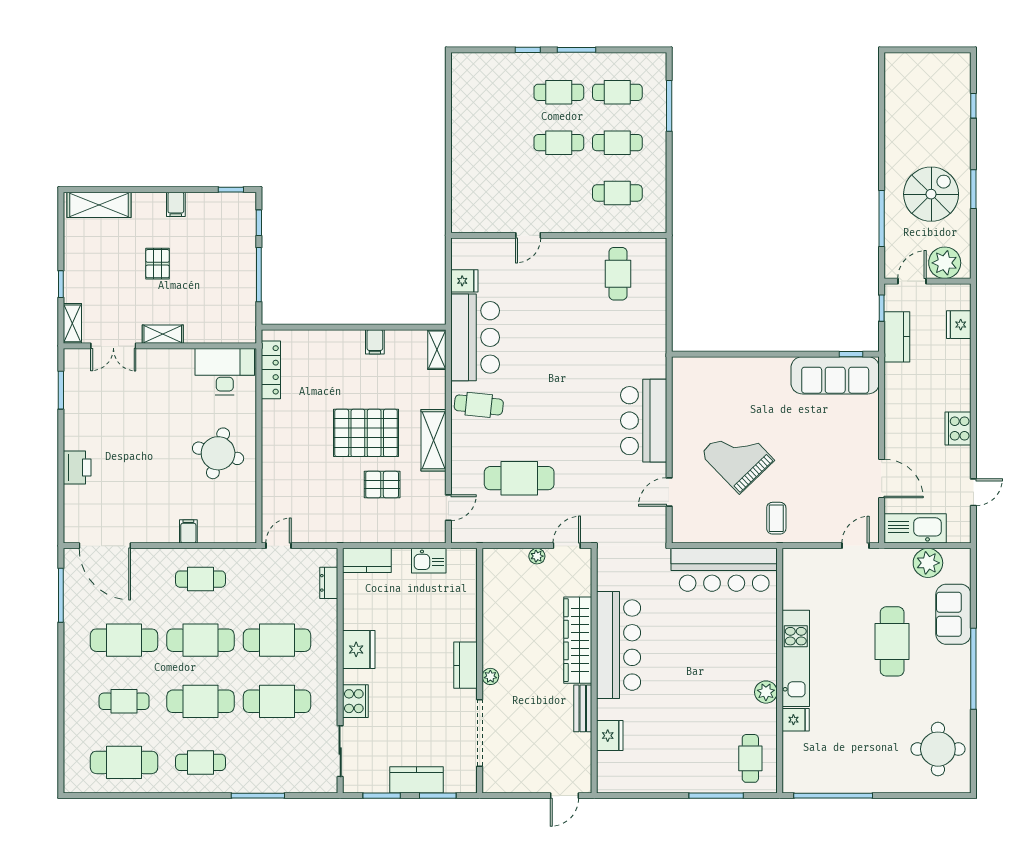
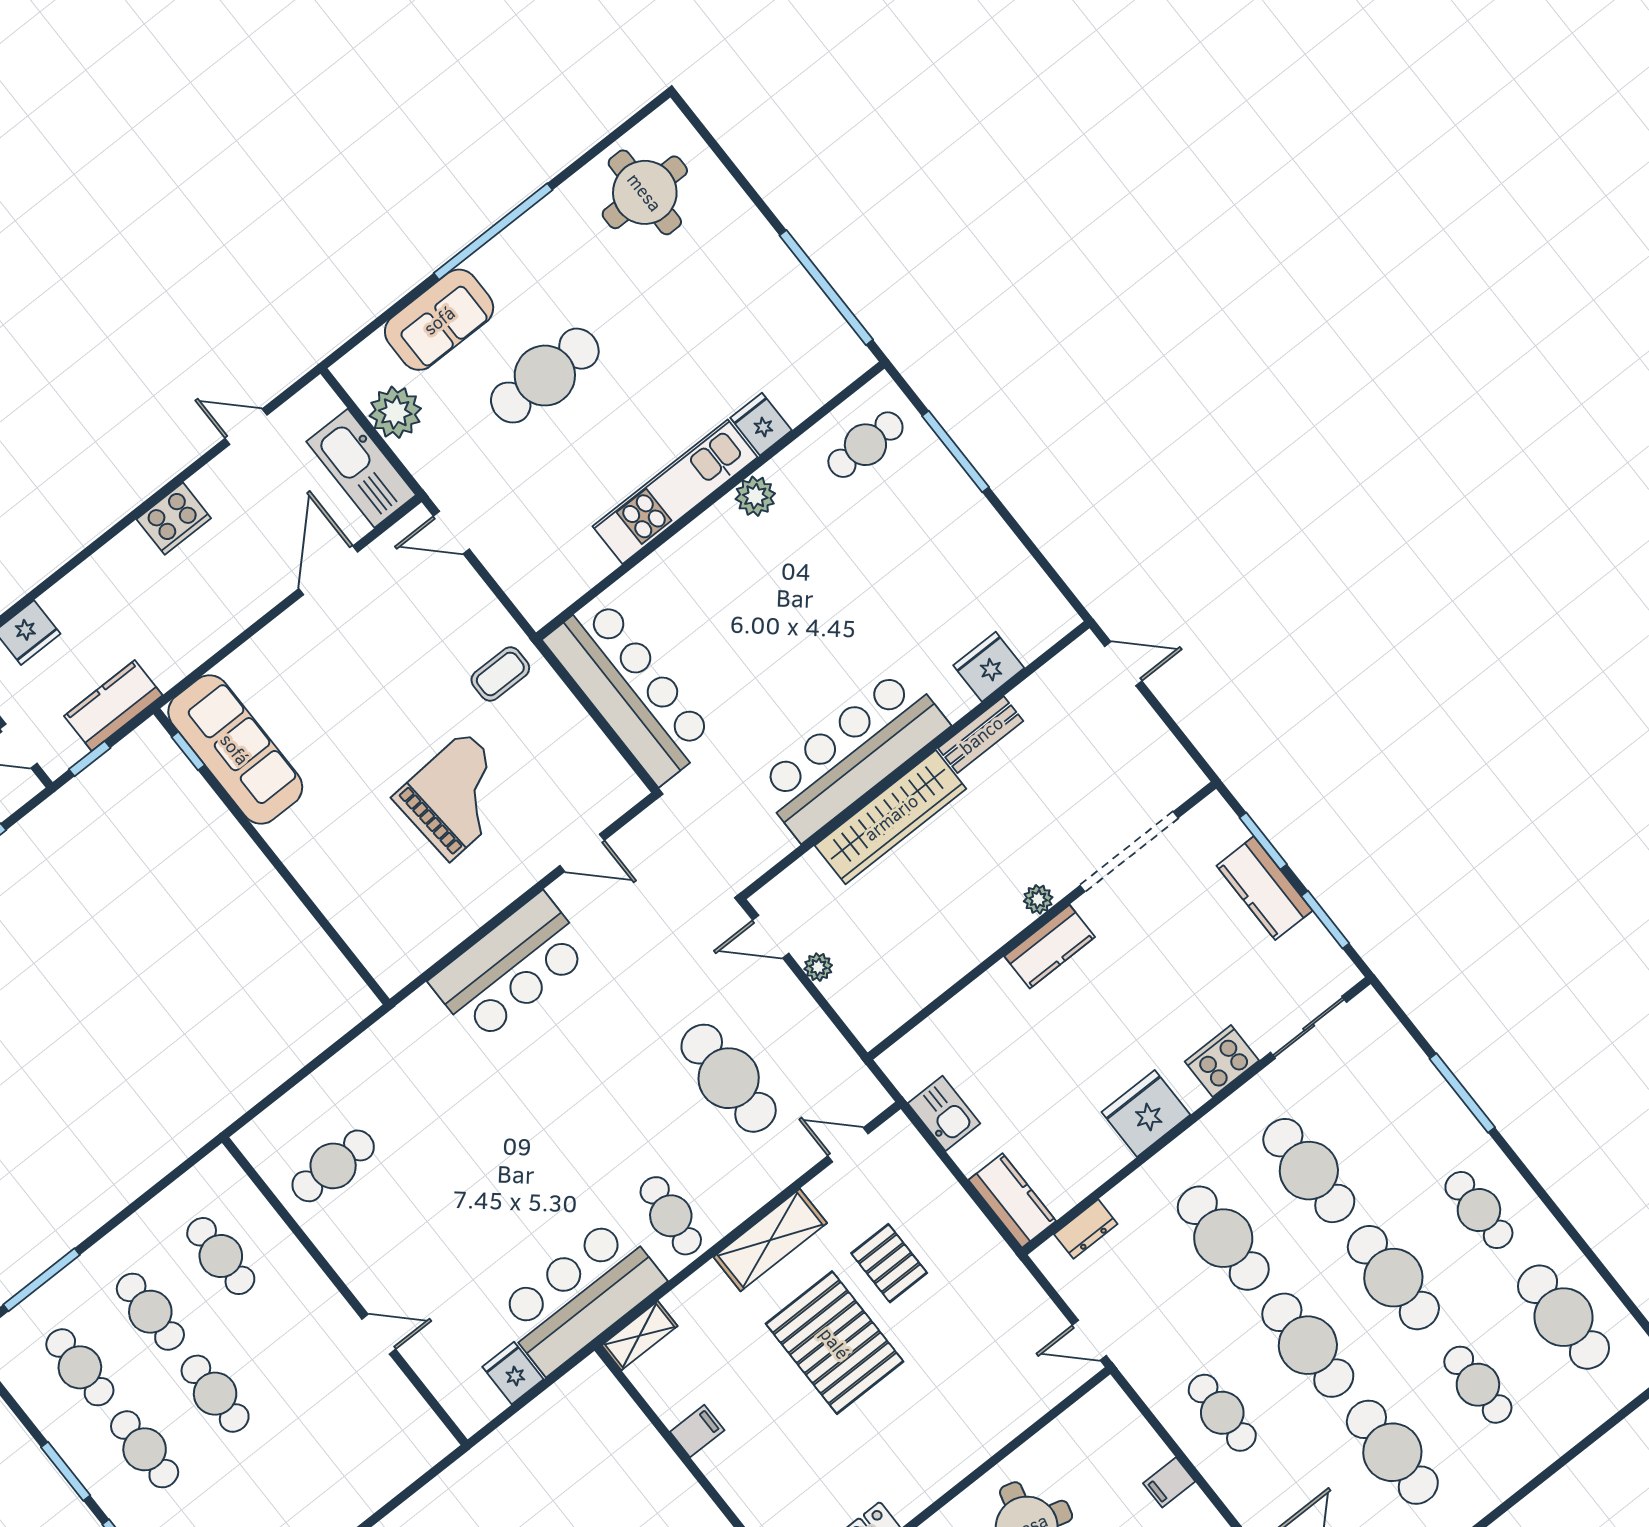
grand piano: (737, 457) -> (458, 796), turned -140

